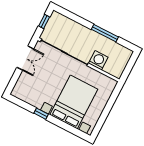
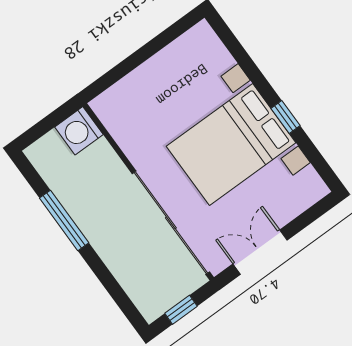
washing machine: (98, 60) -> (79, 131), moved
bed with nightstands: (74, 102) -> (231, 145), moved

